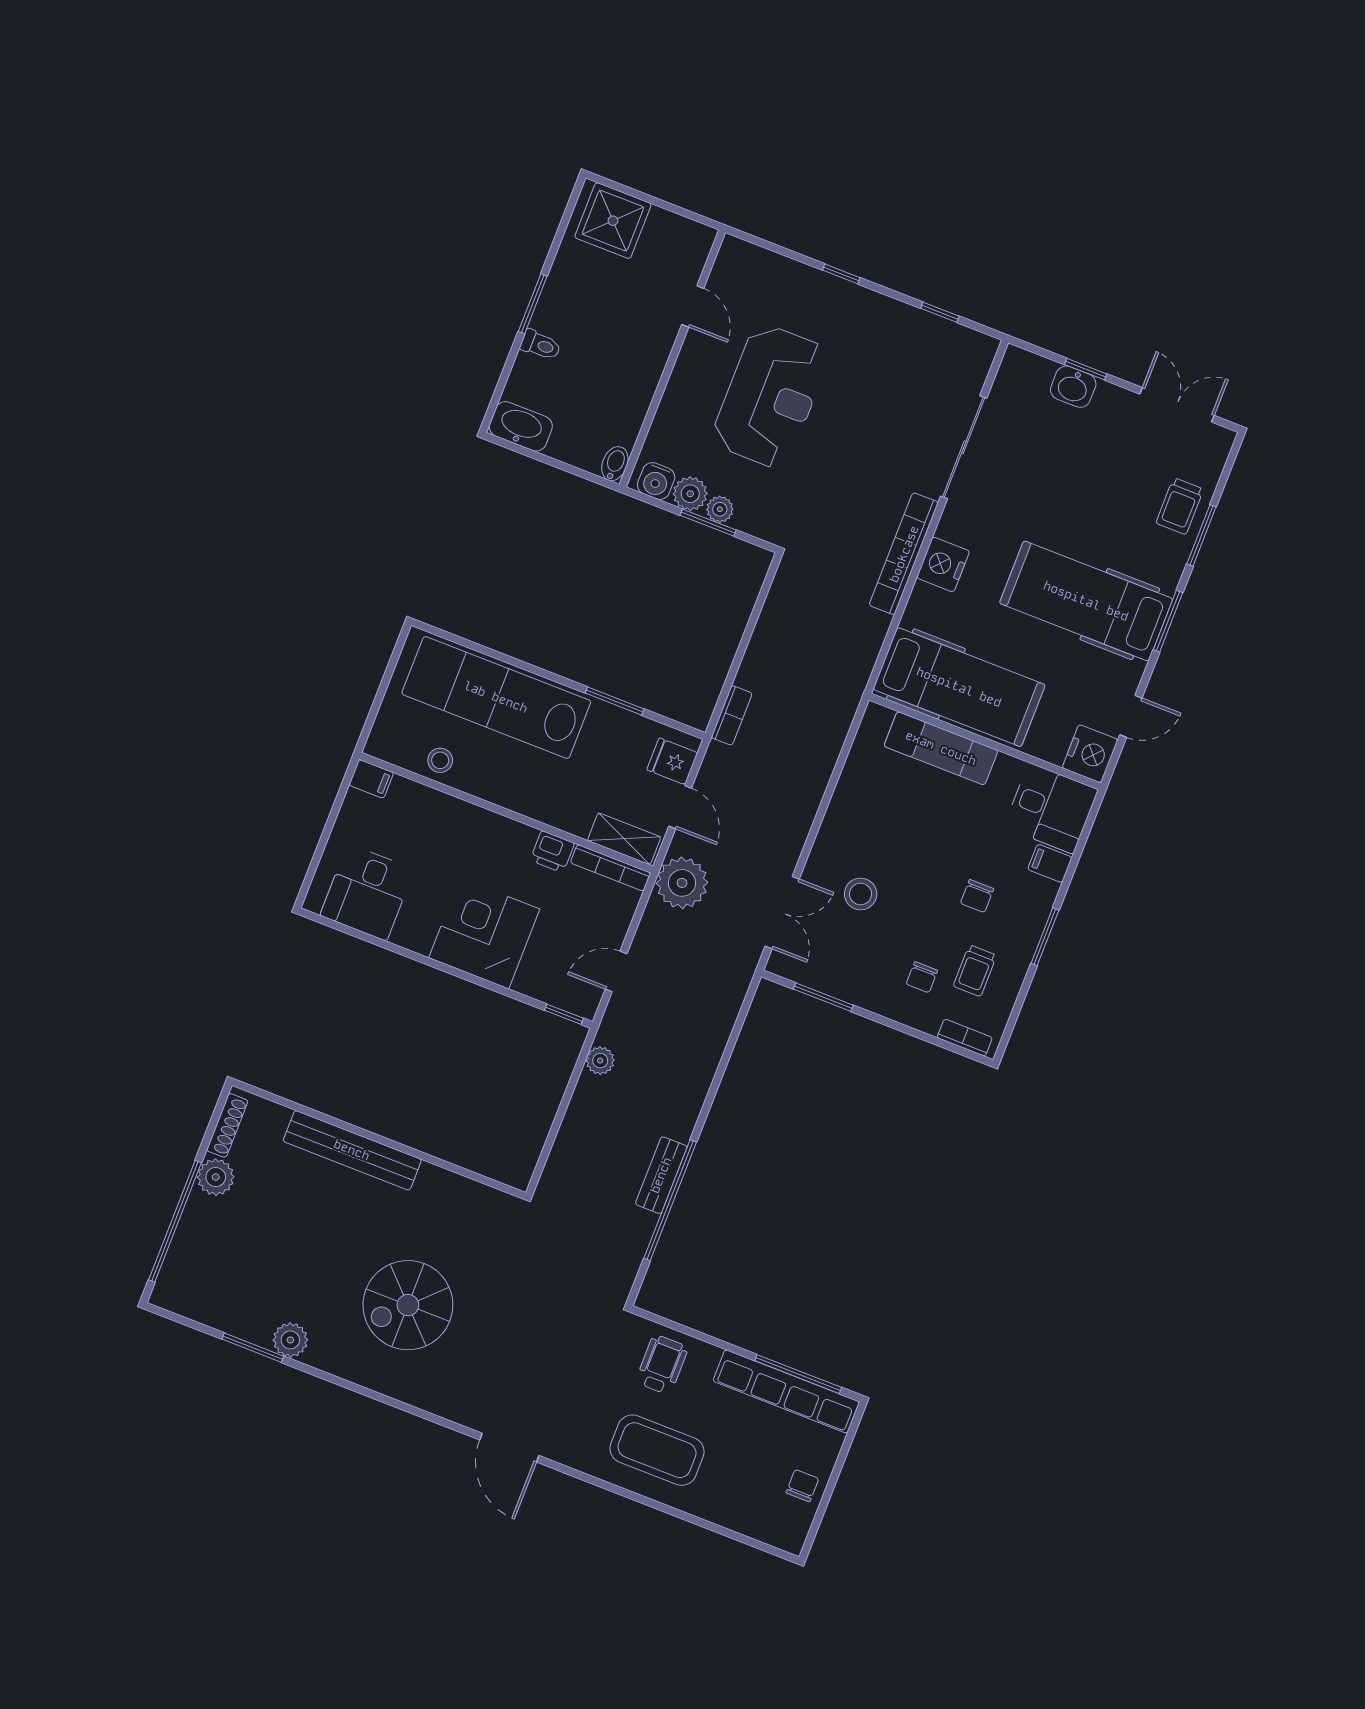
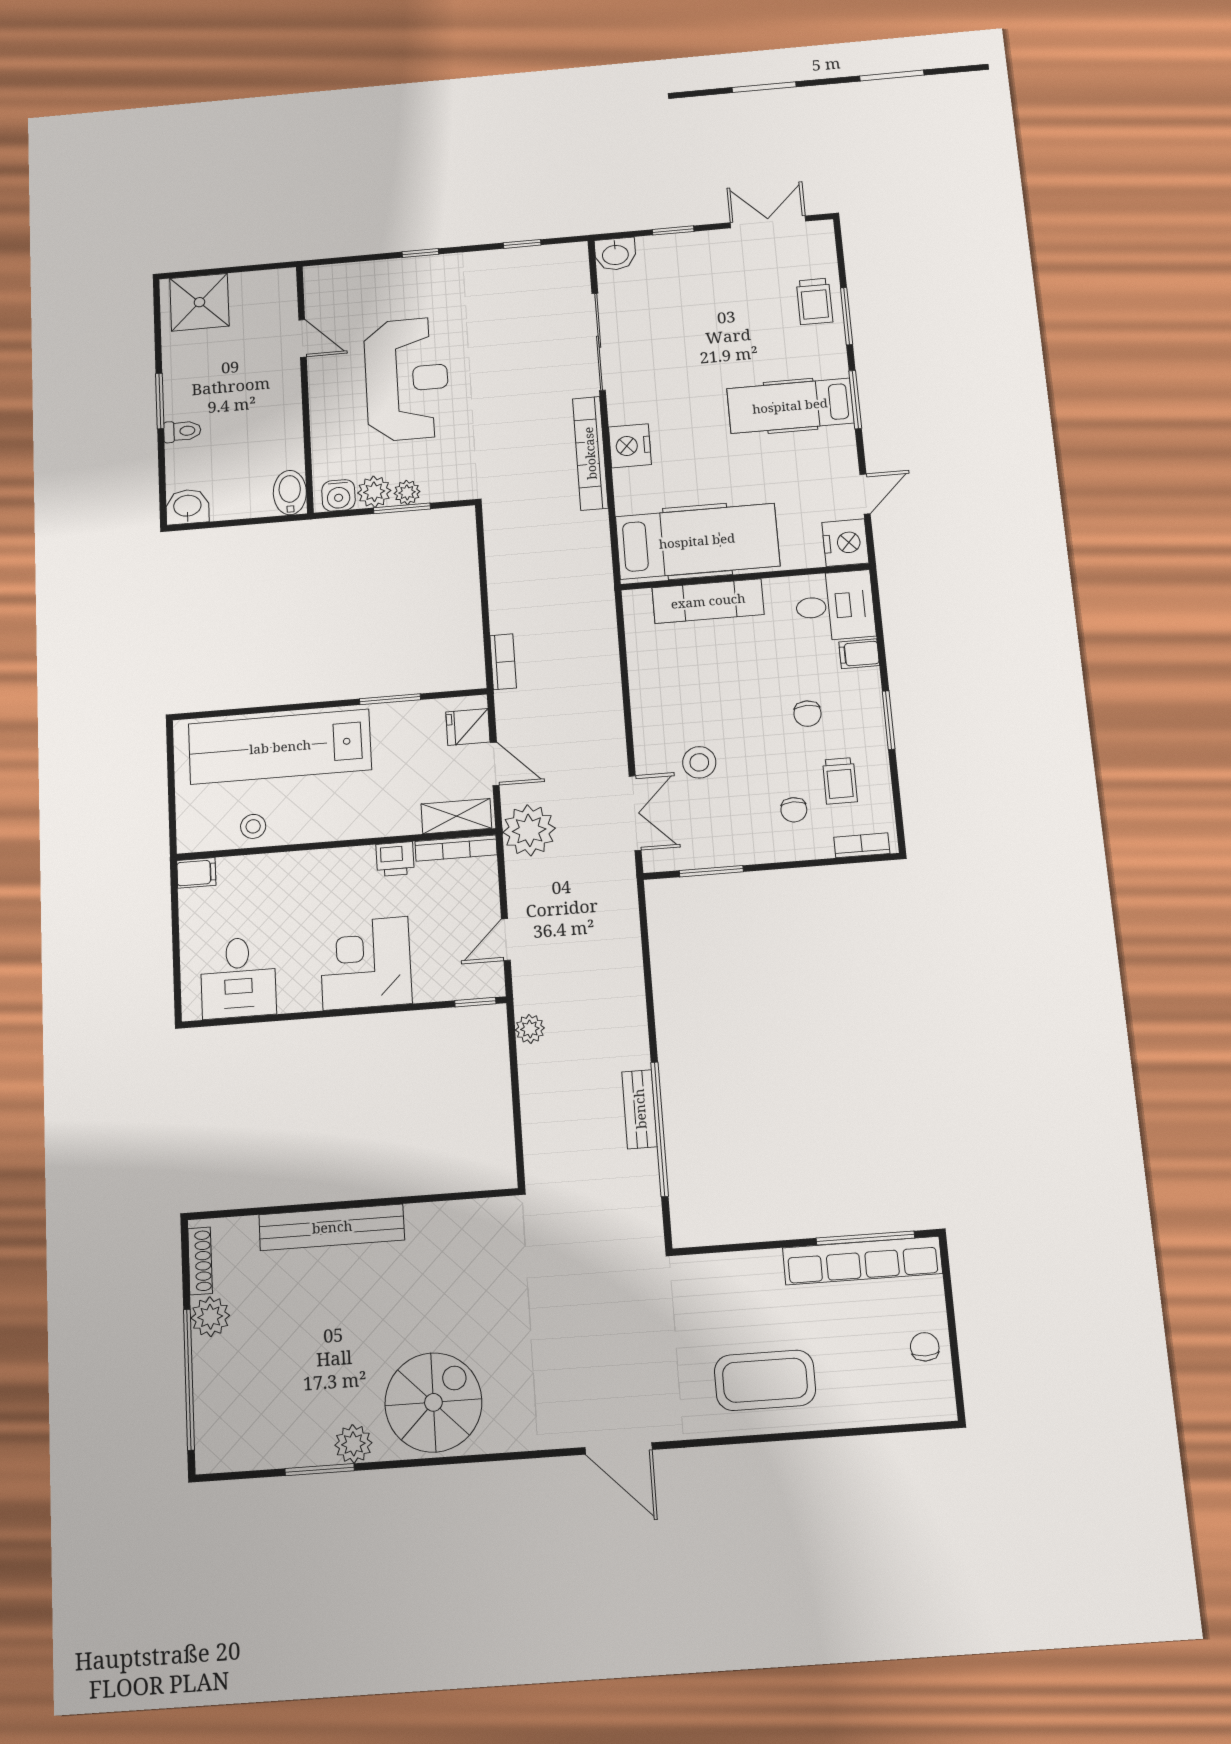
washbasin: (1073, 387) -> (615, 254), moved
washbasin: (521, 426) -> (187, 507), width x0.72
bidet: (615, 464) -> (290, 492), width x1.38, depth x1.36
hospital bed: (1086, 601) -> (790, 406), width x0.73, depth x0.78
spiral stairs: (408, 1305) -> (433, 1402), moved, turned 180
wheelchair: (662, 1365) -> (729, 1293), removed

